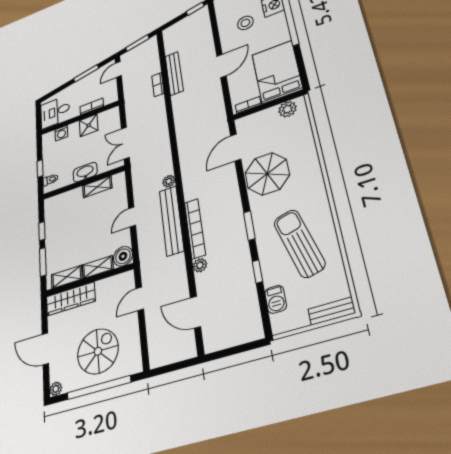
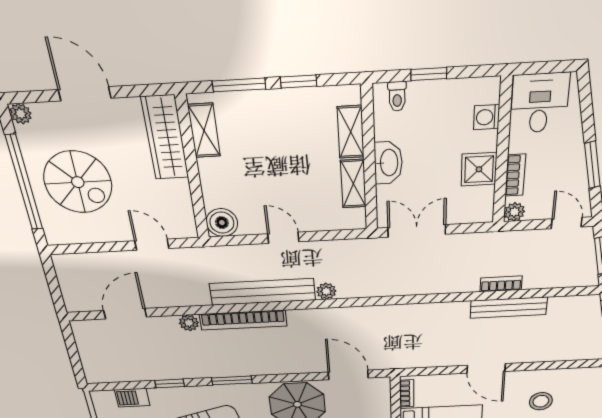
plant: (112, 98) -> (514, 212), added
shelving: (98, 267) -> (351, 132), moved
door: (45, 349) -> (85, 94), hinge flipped

